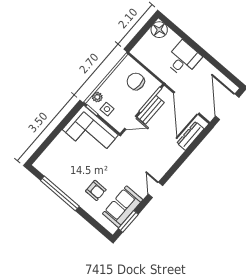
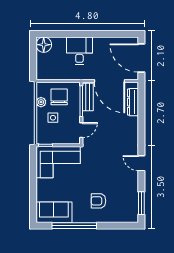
chair: (136, 81) -> (59, 97), turned 90
plant: (97, 97) -> (41, 102), moved
side table: (107, 109) -> (53, 118), moved
bench: (151, 110) -> (88, 97), moved
armchair: (96, 190) -> (98, 201), turned 180
sofa: (123, 207) -> (54, 212), moved, turned 90

